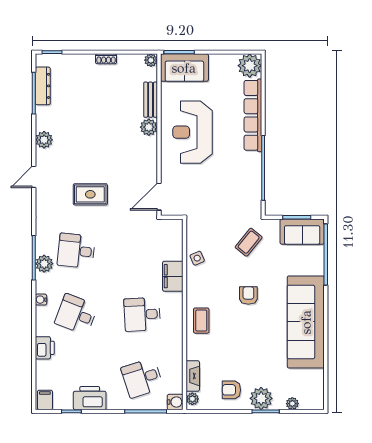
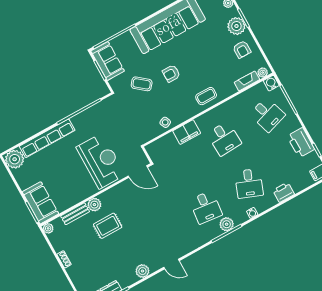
reception desk: (193, 132) -> (101, 161), moved, turned -90
rug: (90, 194) -> (108, 226), moved, turned 90
coffee table: (249, 242) -> (142, 84), moved

